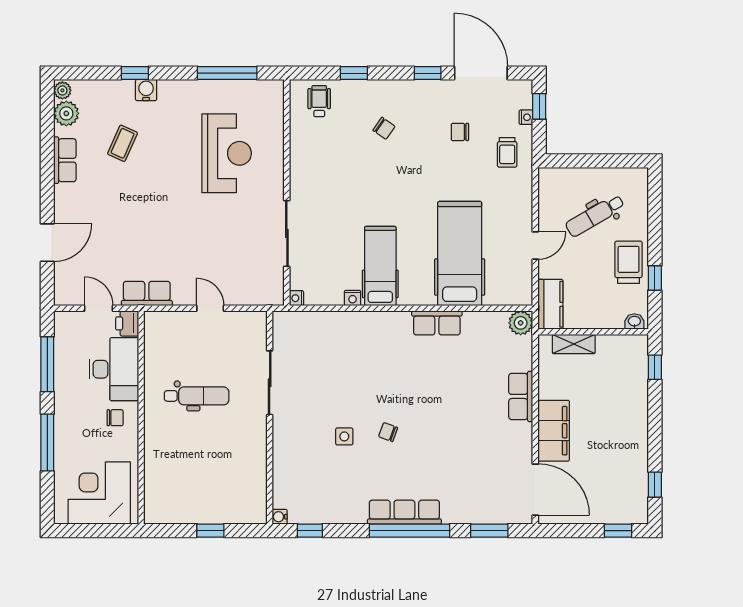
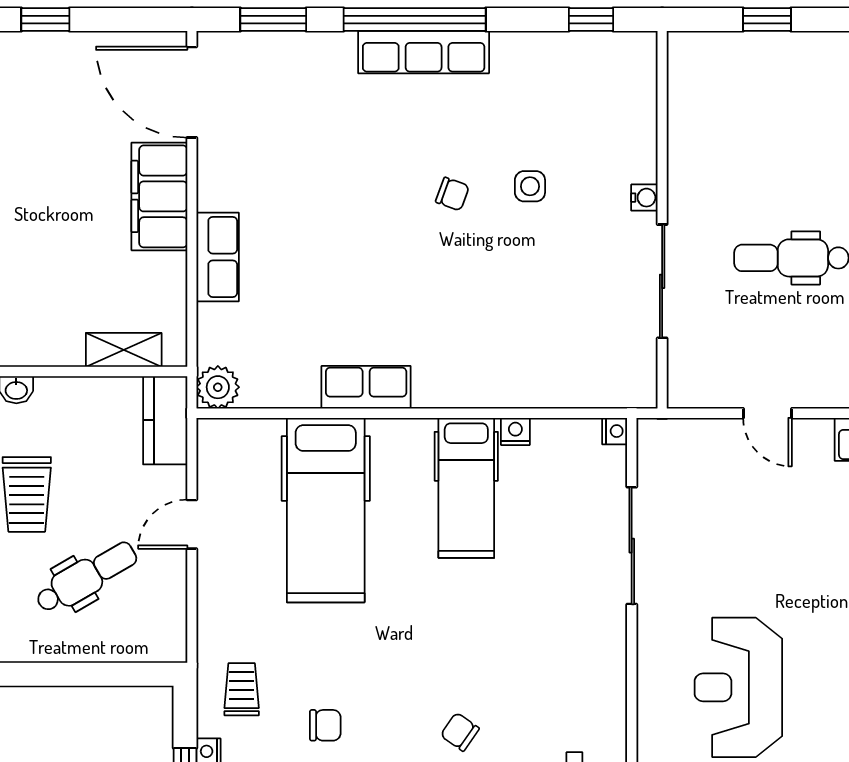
water cooler: (280, 517) -> (644, 198), moved

